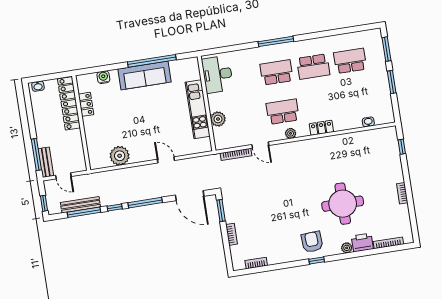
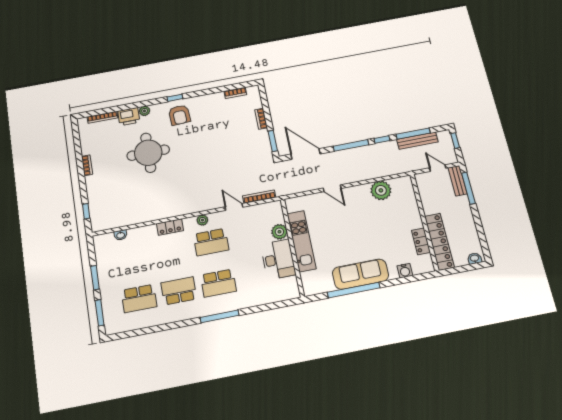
desk: (217, 74) -> (278, 260), moved

